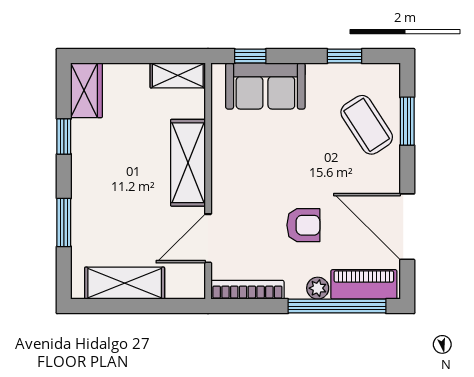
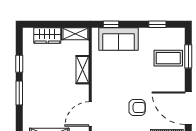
wardrobe: (87, 90) -> (47, 36), moved, turned 90
coffee table: (367, 125) -> (168, 58), turned -57
shelving: (188, 163) -> (82, 70), width x0.67, depth x0.75
window: (64, 222) -> (19, 93), moved

